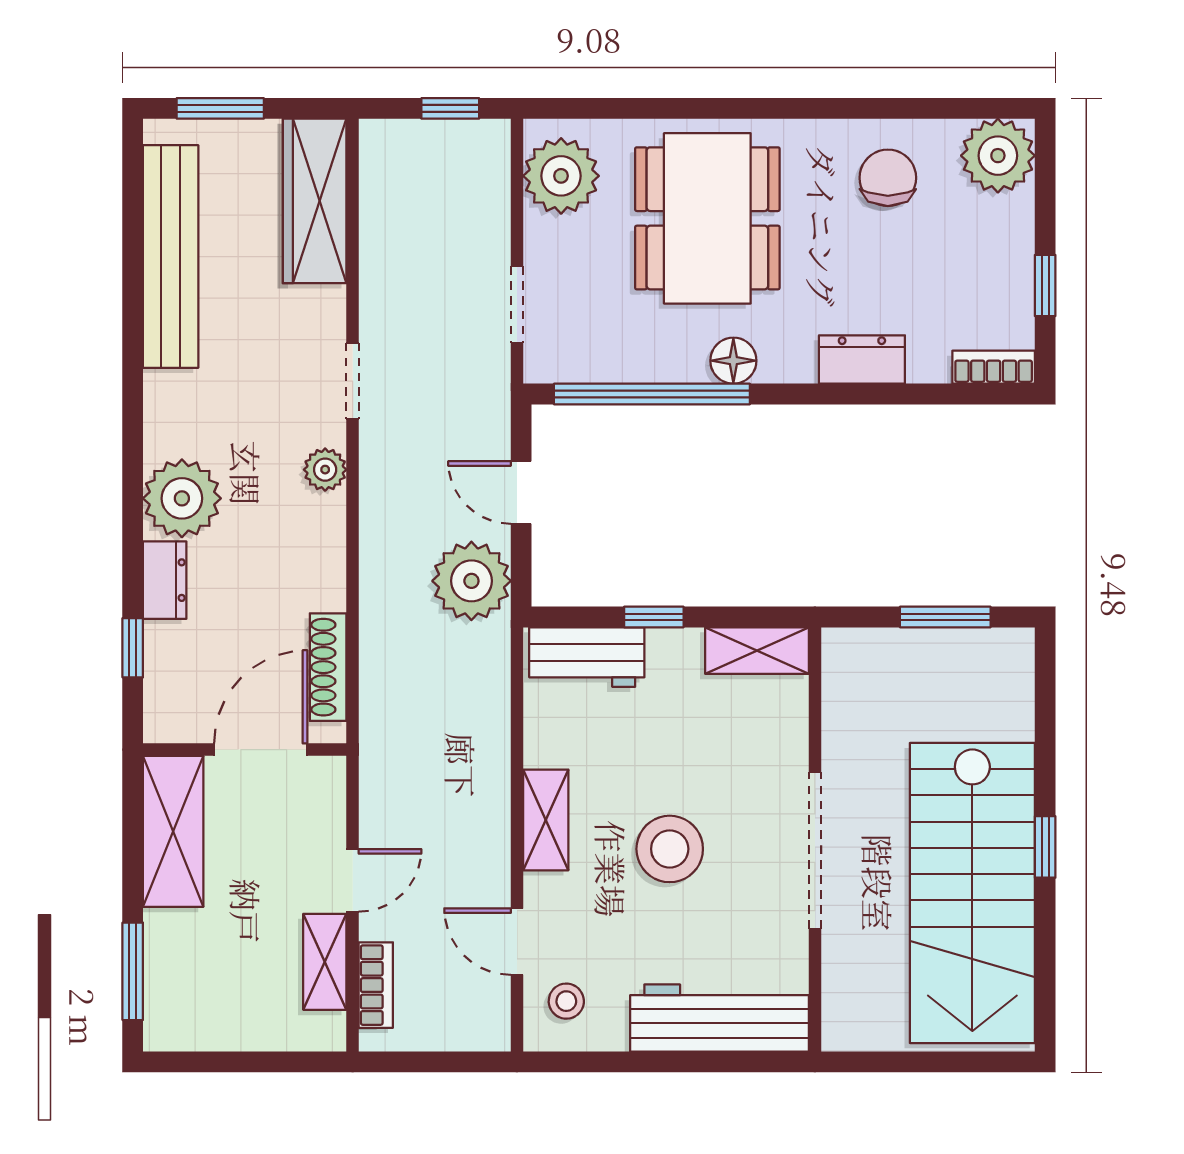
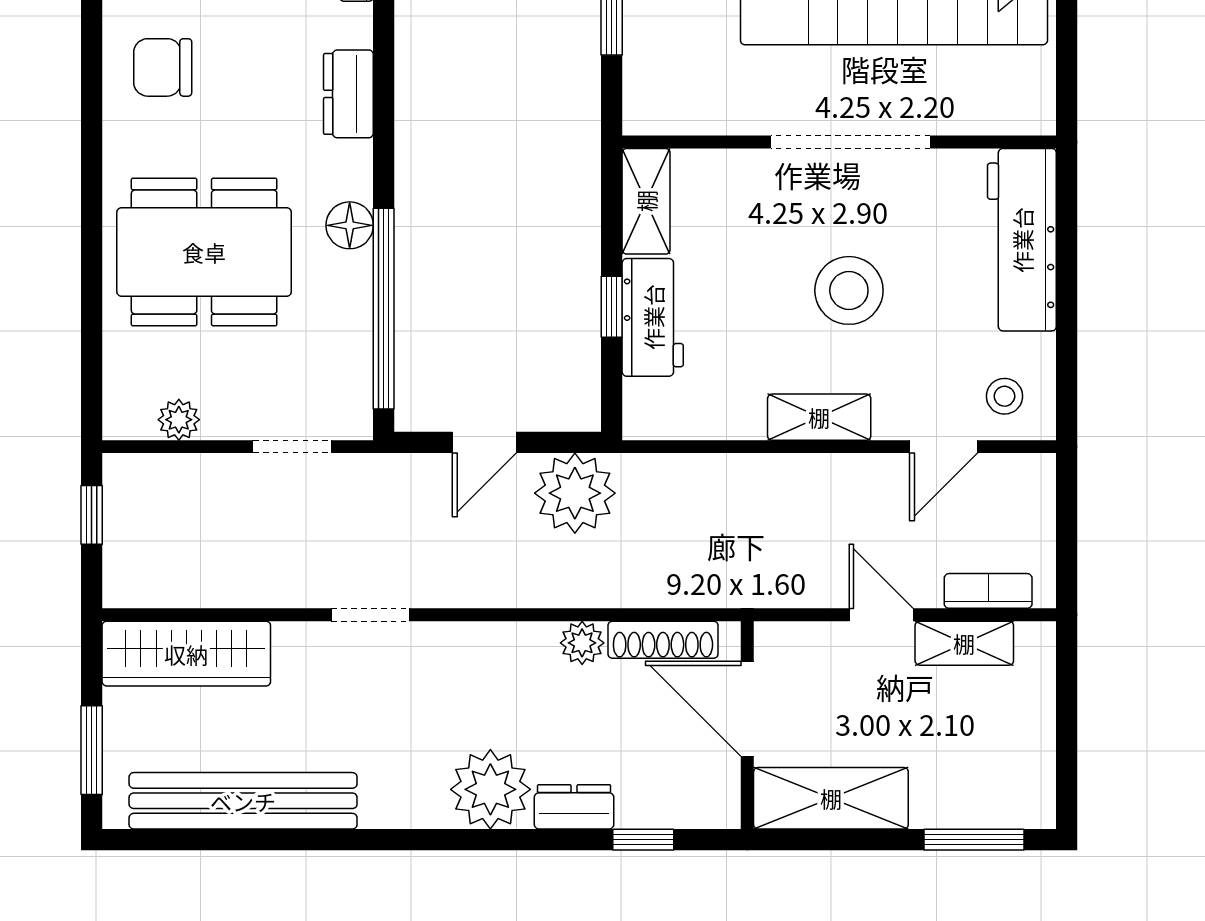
plant: (561, 176) -> (179, 420), width x0.53, depth x0.53
plant: (325, 470) -> (582, 643), moved
workbench: (587, 657) -> (653, 317), moved

